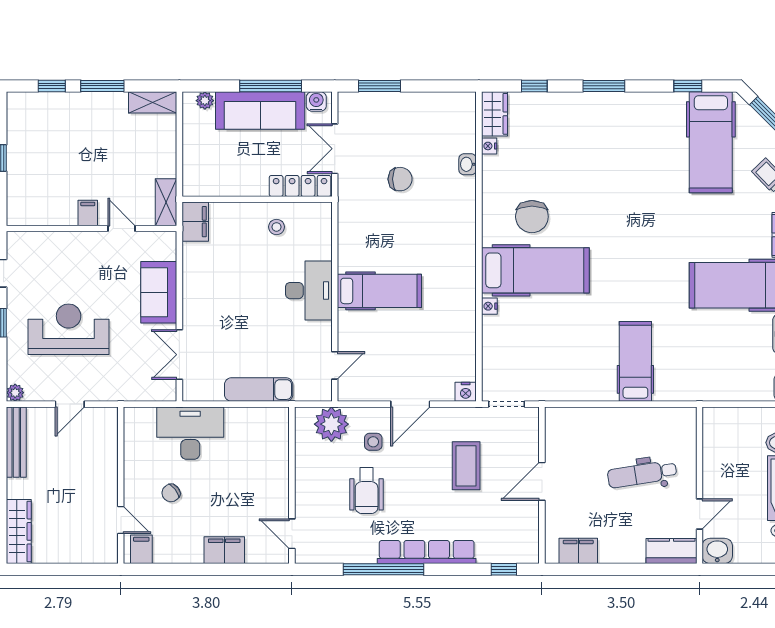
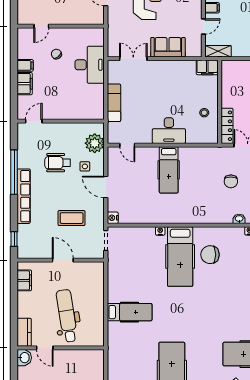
dental chair: (642, 474) -> (67, 316), width x1.36, depth x1.38
filing cabinet: (141, 549) -> (25, 65), moved

